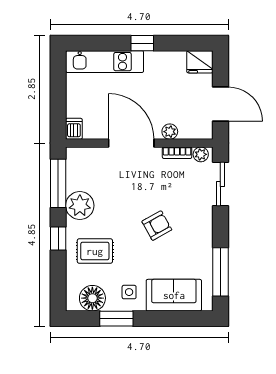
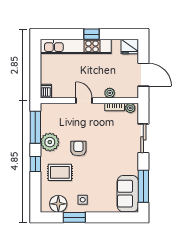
kitchen unit: (105, 62) -> (76, 46), width x1.36
door: (131, 143) -> (84, 101), width x0.53
sliding door: (220, 184) -> (143, 138), moved
armchair: (157, 226) -> (78, 148), moved, turned -61
sofa: (174, 295) -> (128, 194), moved, turned -90

